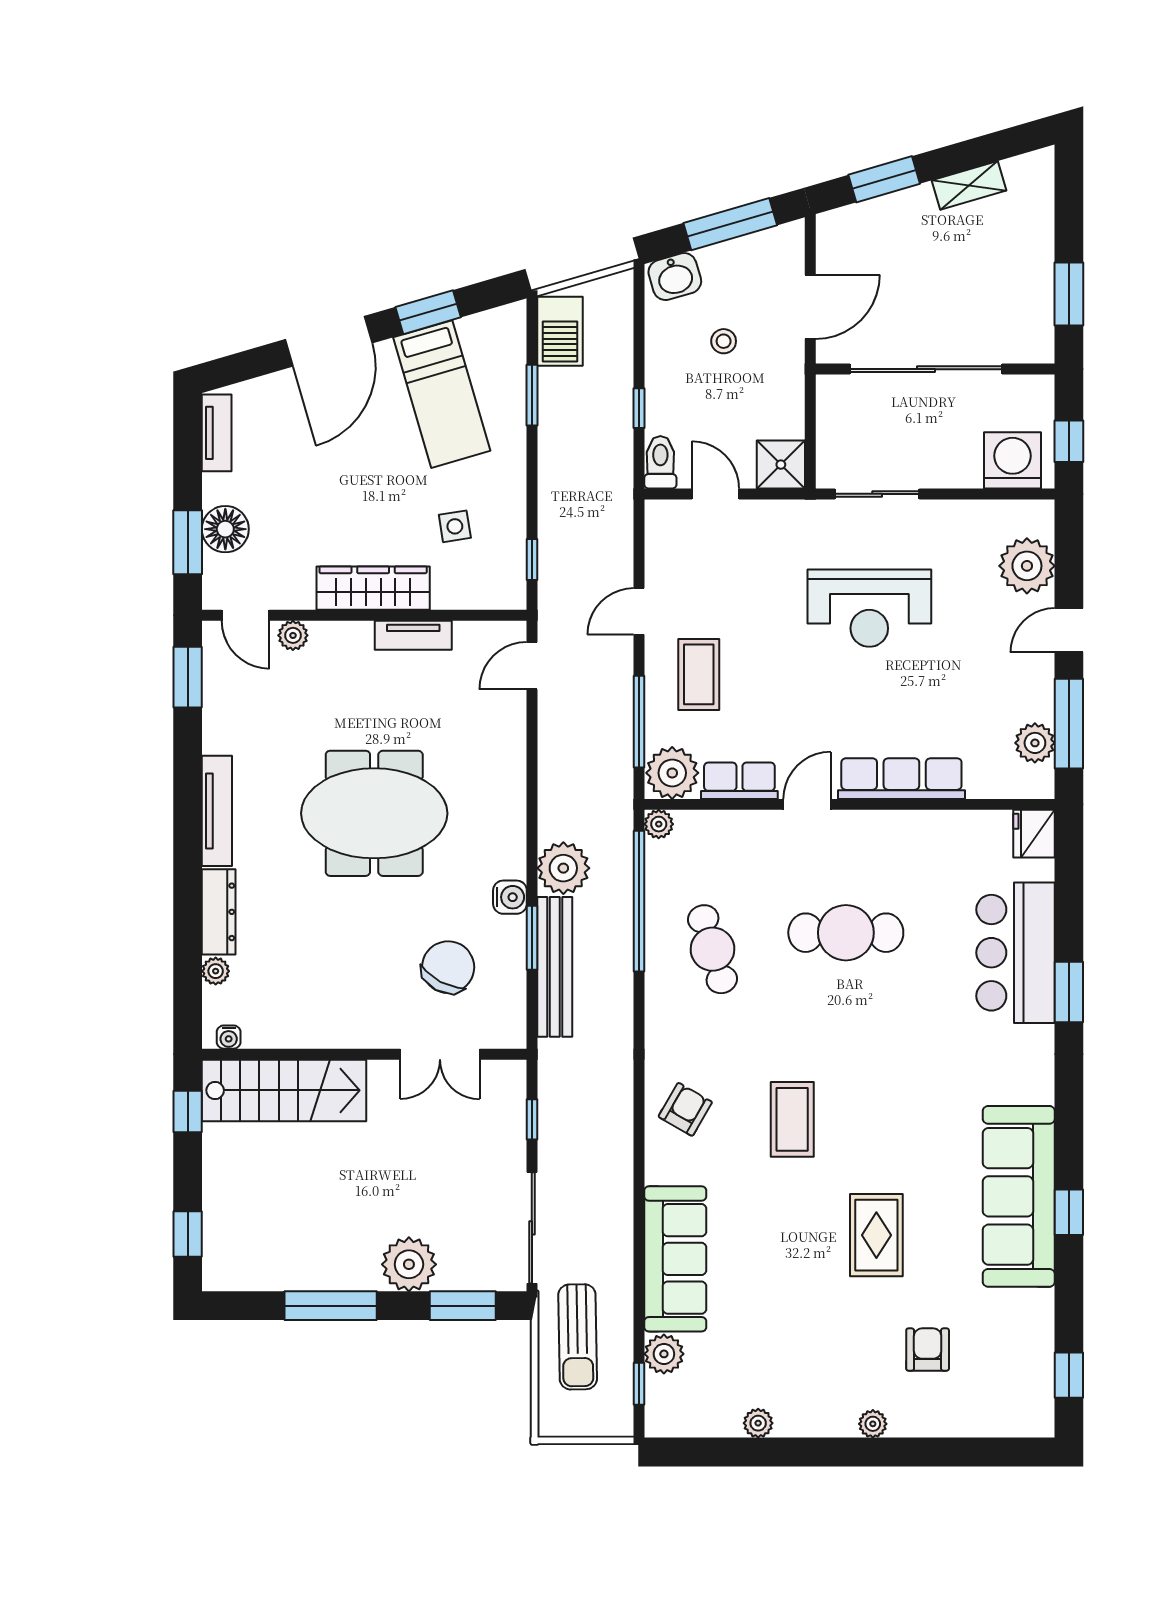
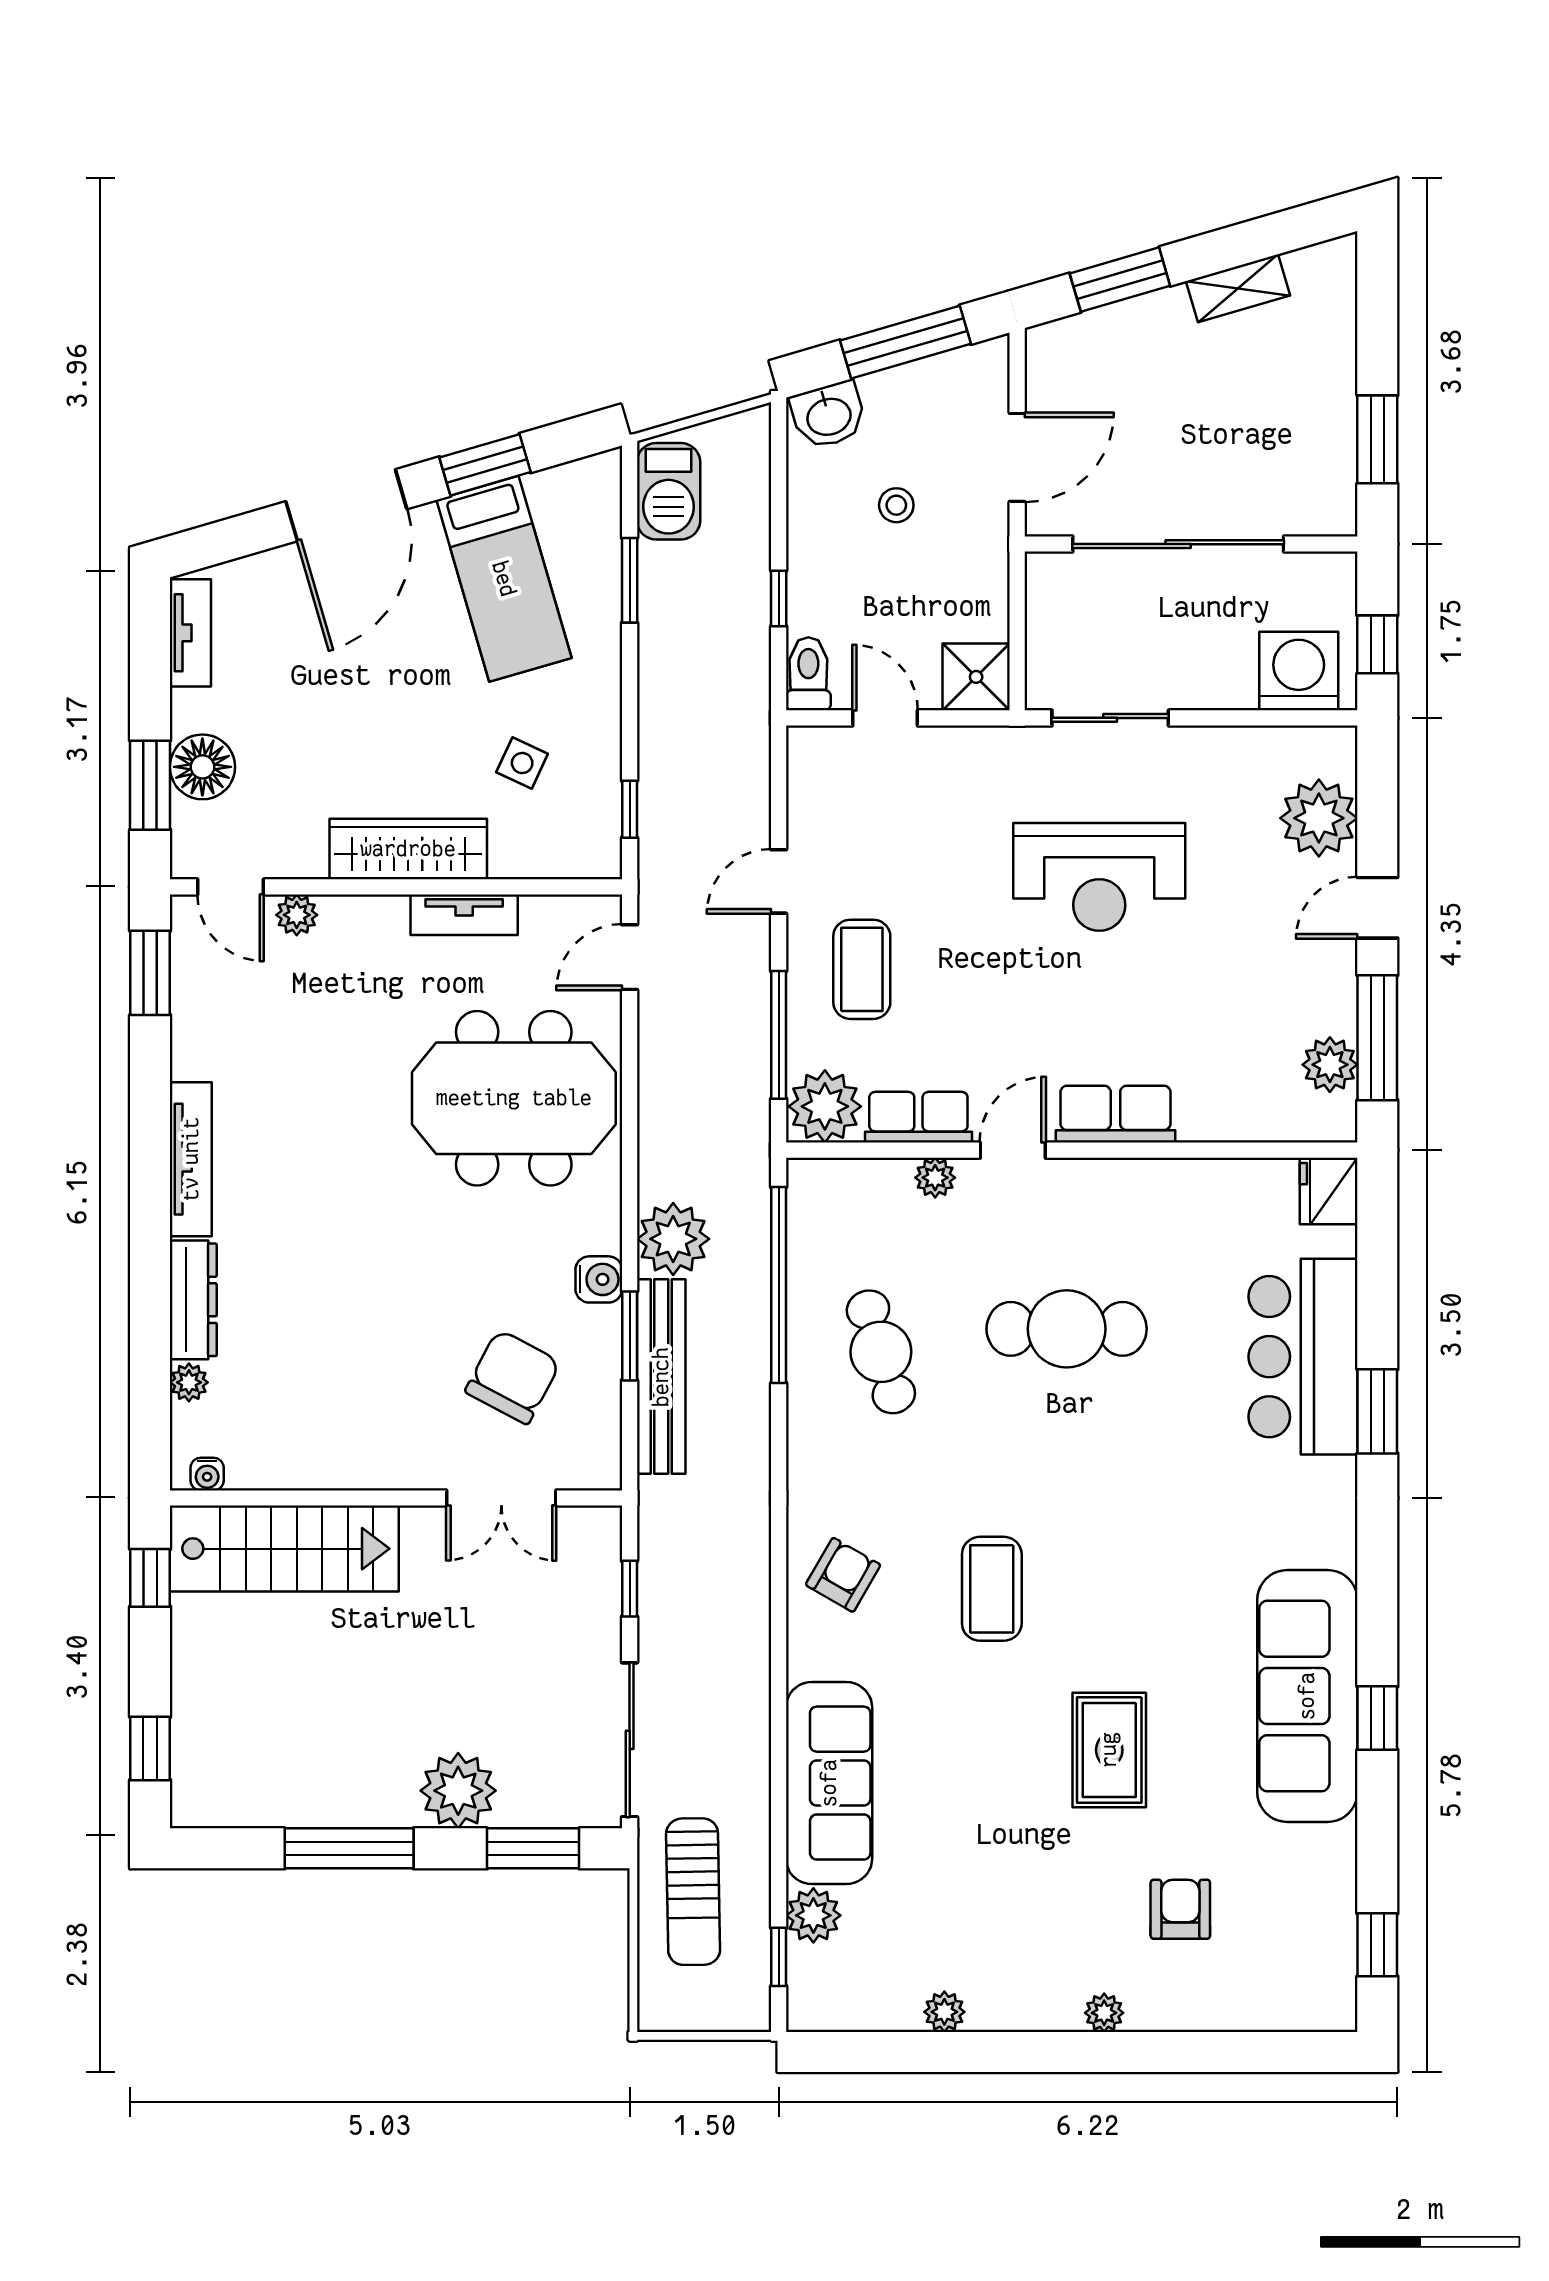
side table: (455, 526) -> (522, 763), turned 34
row of seats: (901, 779) -> (1115, 1114), width x0.68
meeting table: (374, 813) -> (514, 1098), moved
plant: (659, 824) -> (935, 1178), moved

